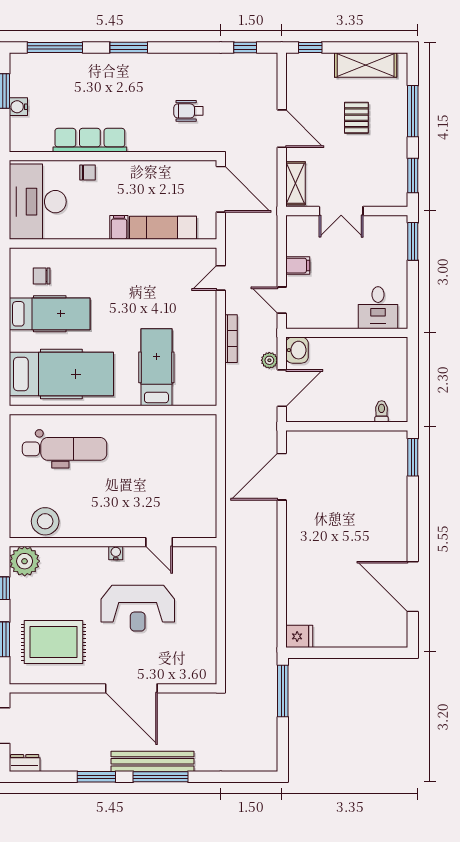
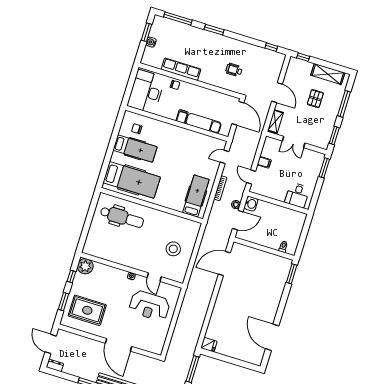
hospital bed: (156, 367) -> (196, 196), moved
stool: (45, 521) -> (173, 249), moved
reception desk: (138, 608) -> (149, 306), moved

